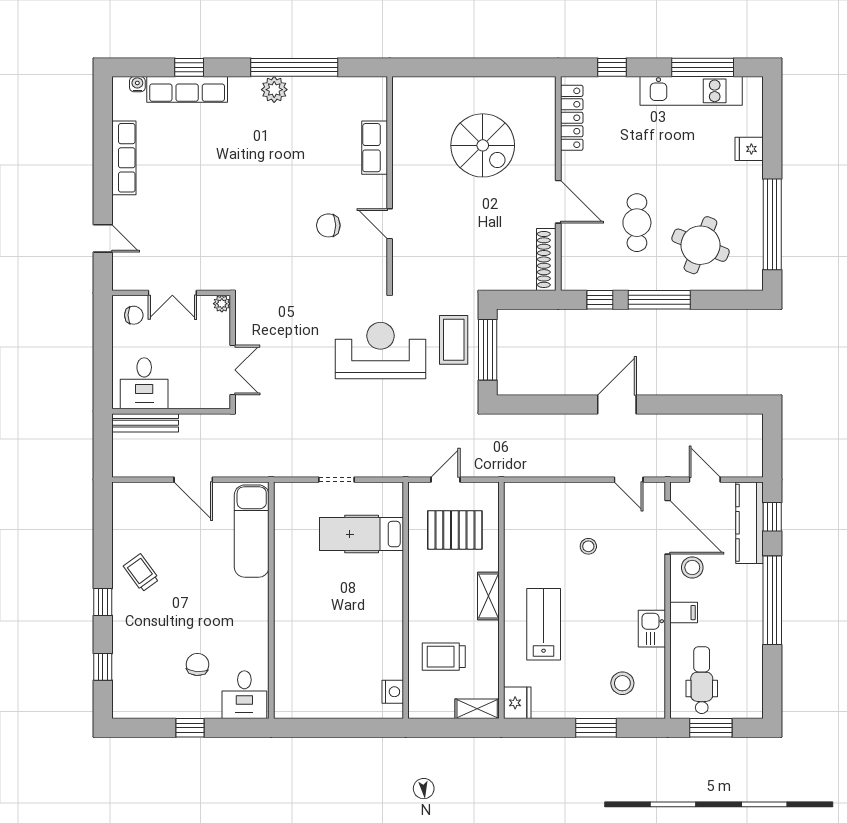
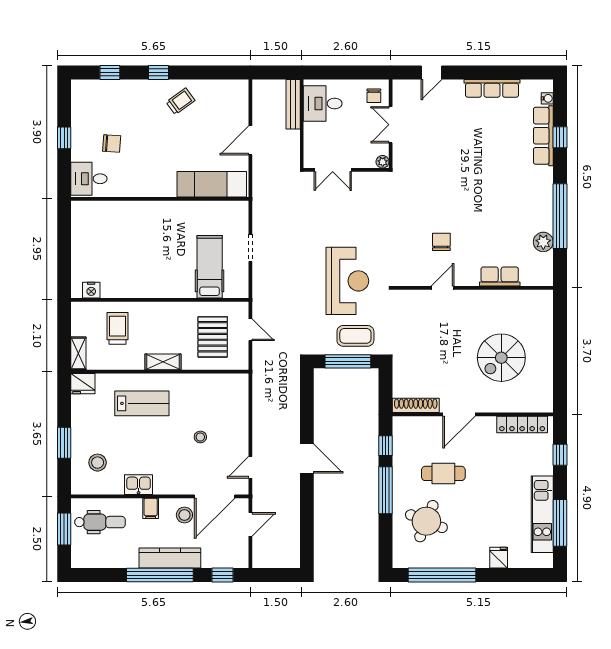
plant: (274, 90) -> (543, 242), moved
kitchen counter: (750, 523) -> (170, 558), moved

